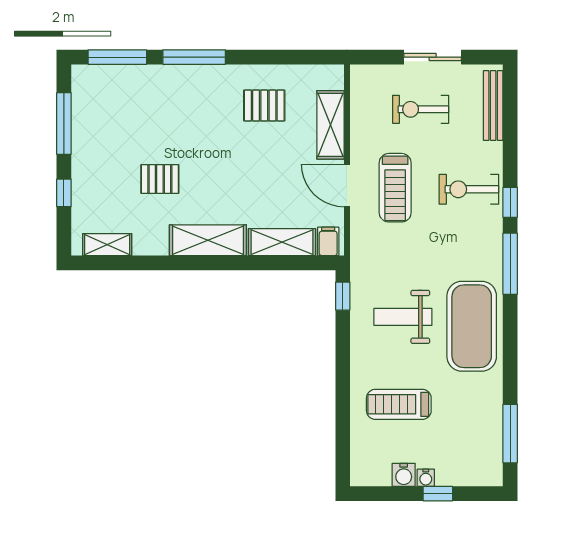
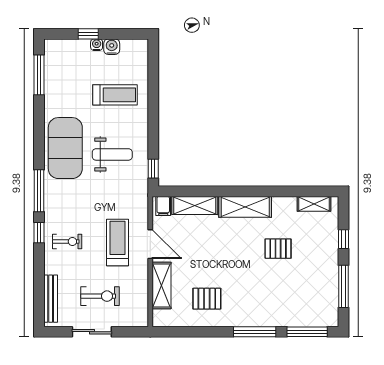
exercise bike: (469, 189) -> (67, 241), width x0.73, depth x0.72

